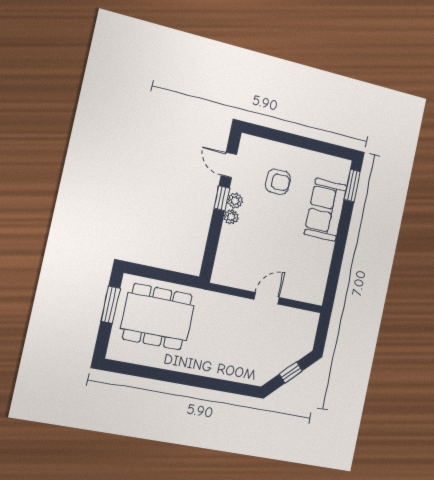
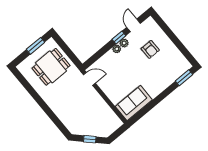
sofa: (325, 210) -> (134, 103), moved
door: (267, 298) -> (89, 79), moved
dining table: (157, 317) -> (51, 67), width x0.73

